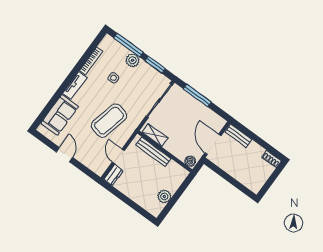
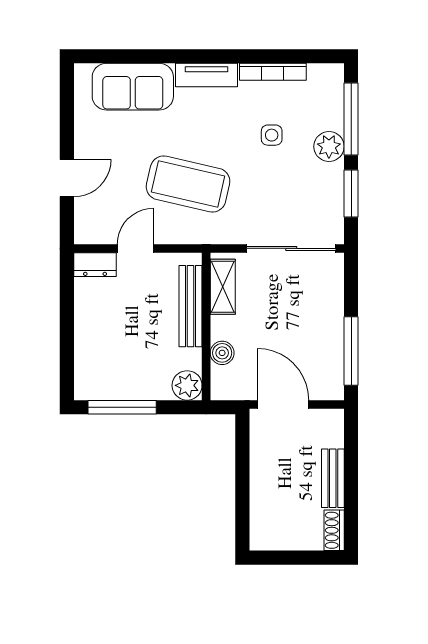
window: (197, 95) -> (351, 351), moved
bench: (238, 136) -> (333, 478), moved
door: (213, 144) -> (283, 404), hinge flipped
door: (64, 155) -> (67, 178), moved
boiler: (190, 161) -> (222, 353), moved
plant: (164, 196) -> (187, 385), moved
window: (172, 203) -> (122, 407), added

